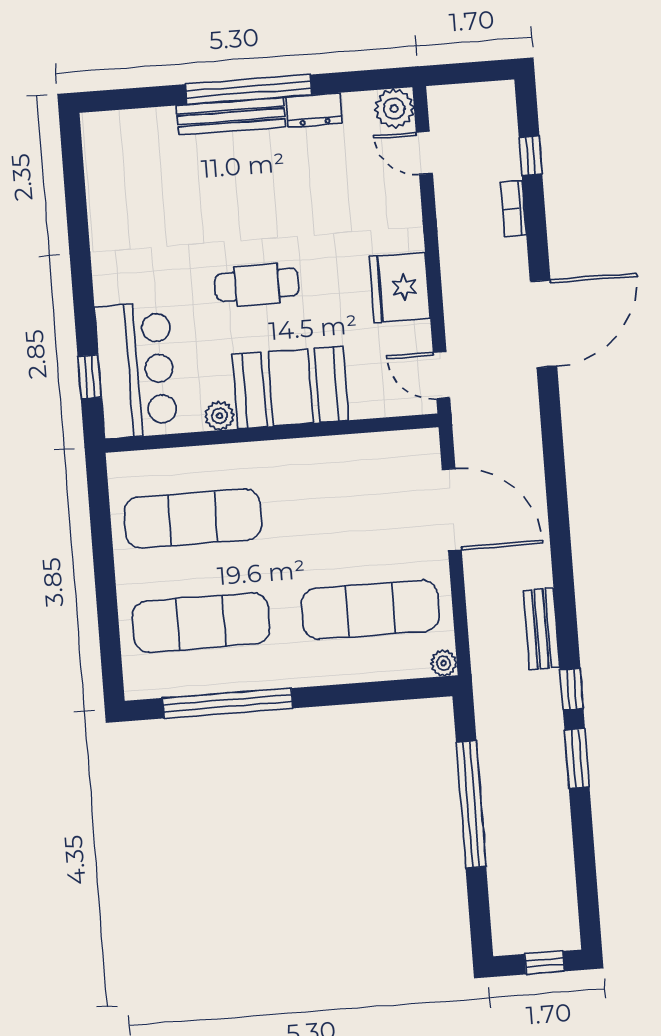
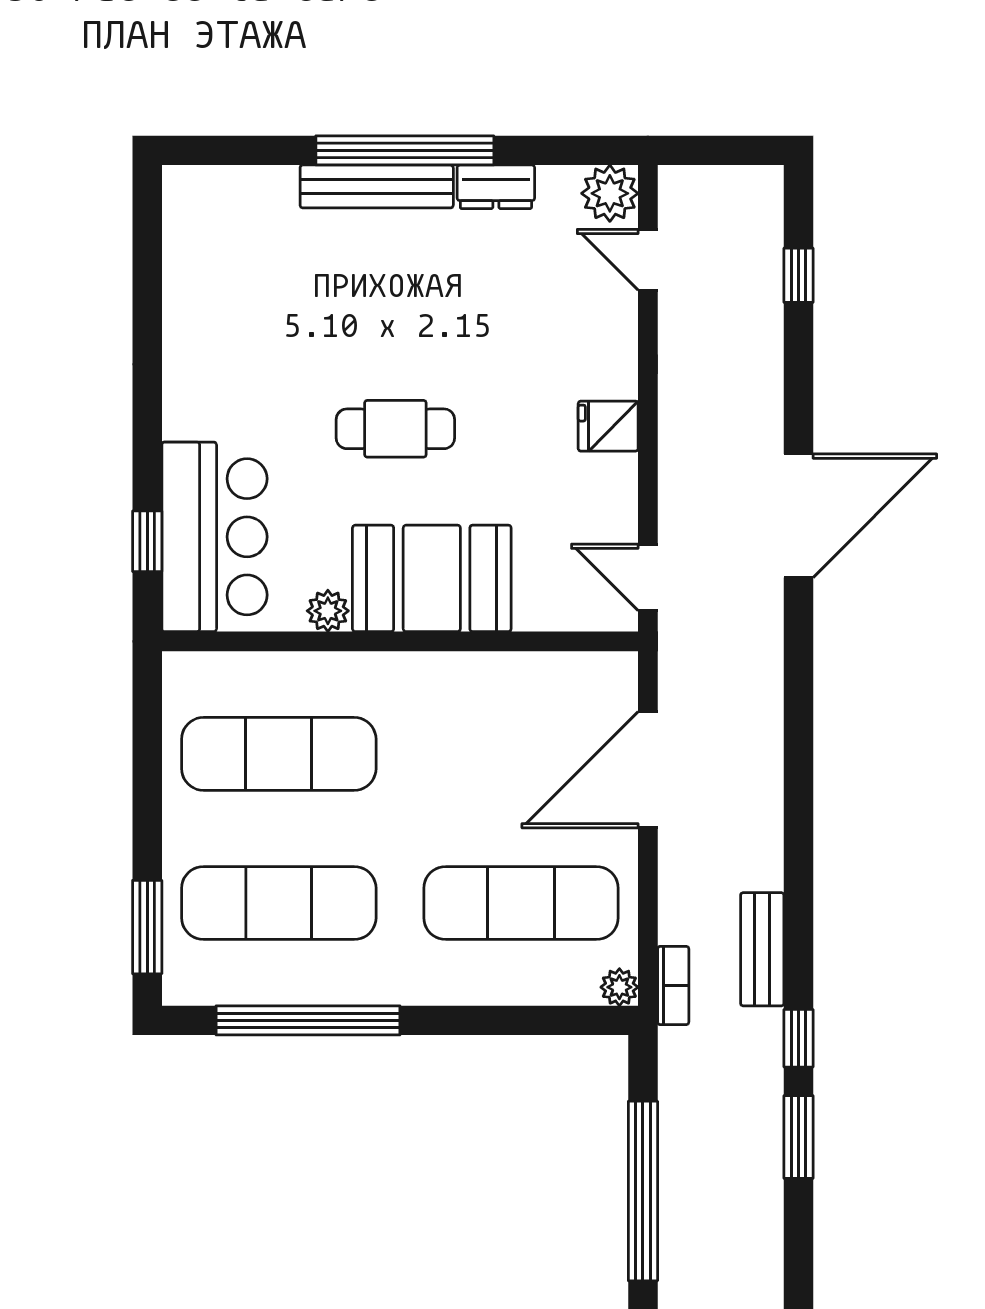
bookcase: (513, 209) -> (673, 985), moved, turned 180
fridge: (400, 287) -> (608, 426), width x0.53, depth x0.75
door: (452, 510) -> (648, 770), swing flipped
window: (110, 647) -> (147, 927), added

